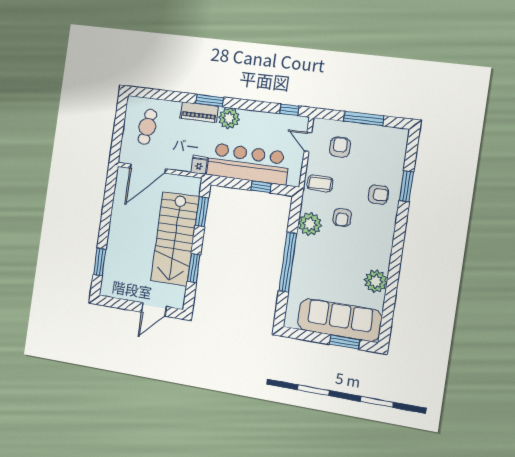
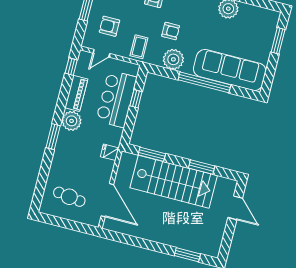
piano: (199, 112) -> (76, 93), moved
bar counter: (248, 164) -> (116, 99), width x0.73
sofa: (340, 320) -> (230, 70), moved, turned 90

